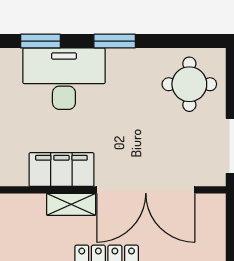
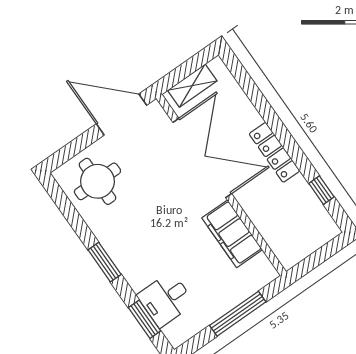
desk: (64, 79) -> (166, 299), width x0.53, depth x0.77
shelving: (71, 204) -> (192, 86), moved, turned 90

